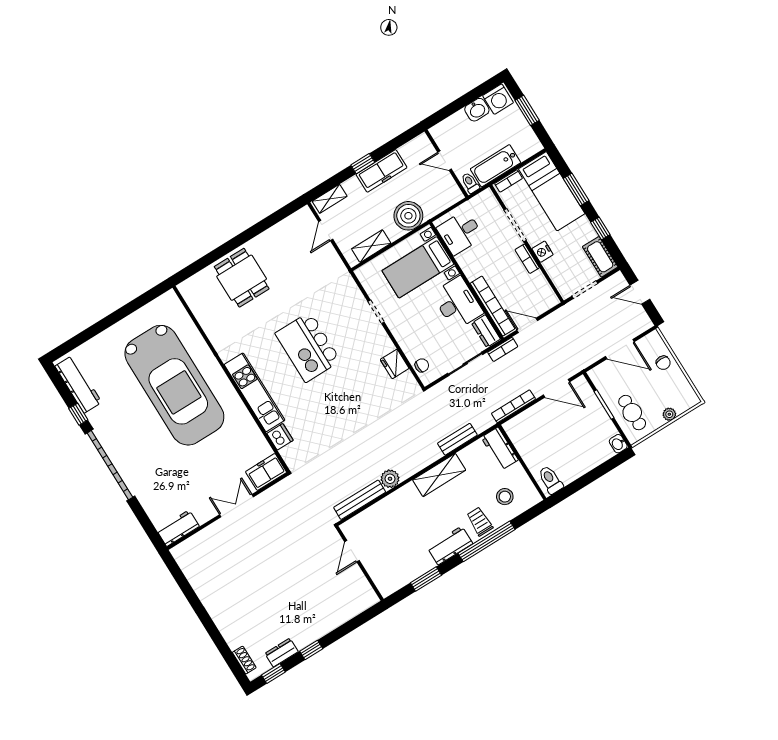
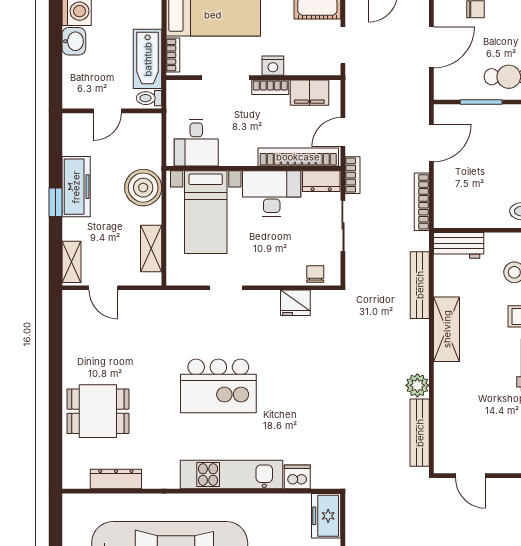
filing cabinet: (540, 287) -> (309, 93), added
dresser: (204, 317) -> (116, 479), added
bench: (457, 439) -> (420, 285), width x1.36

